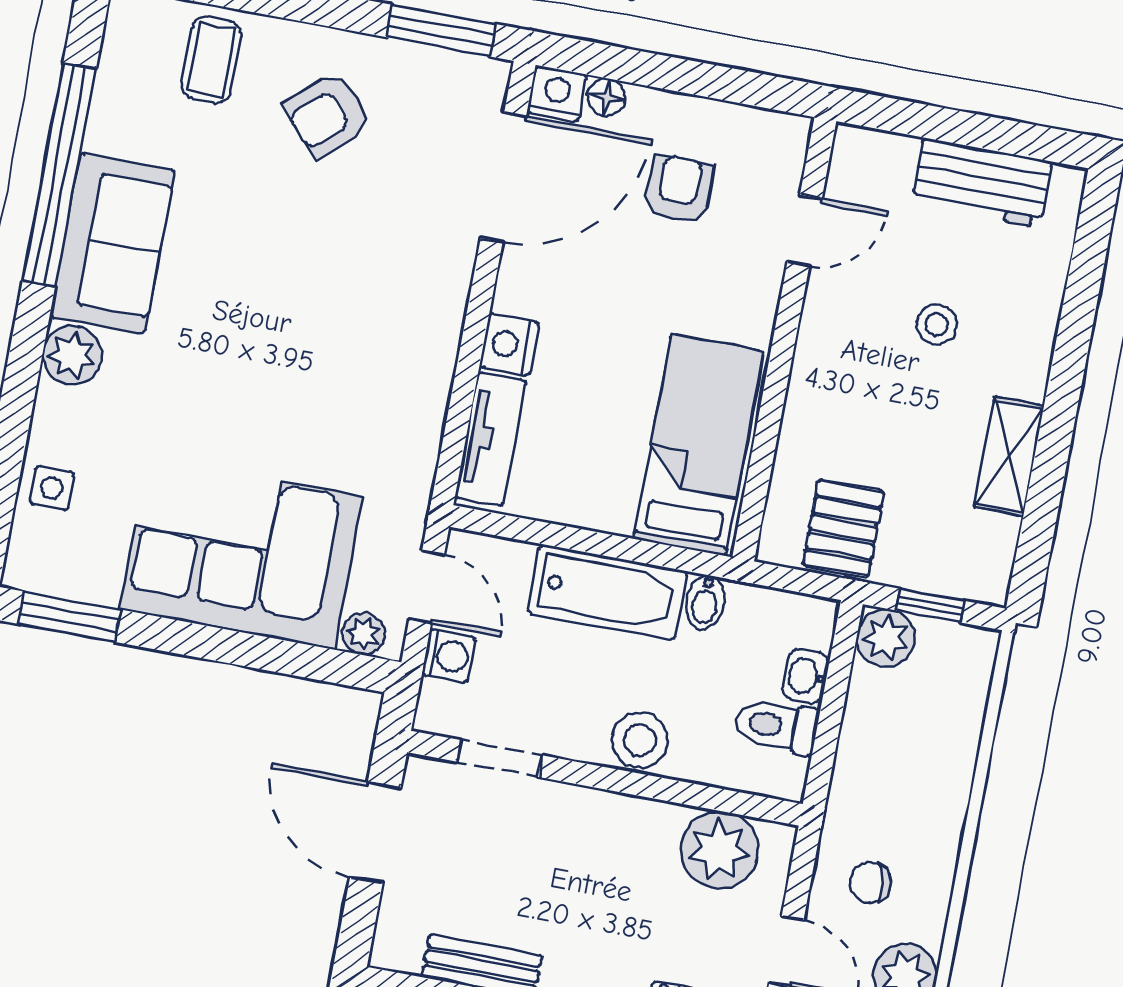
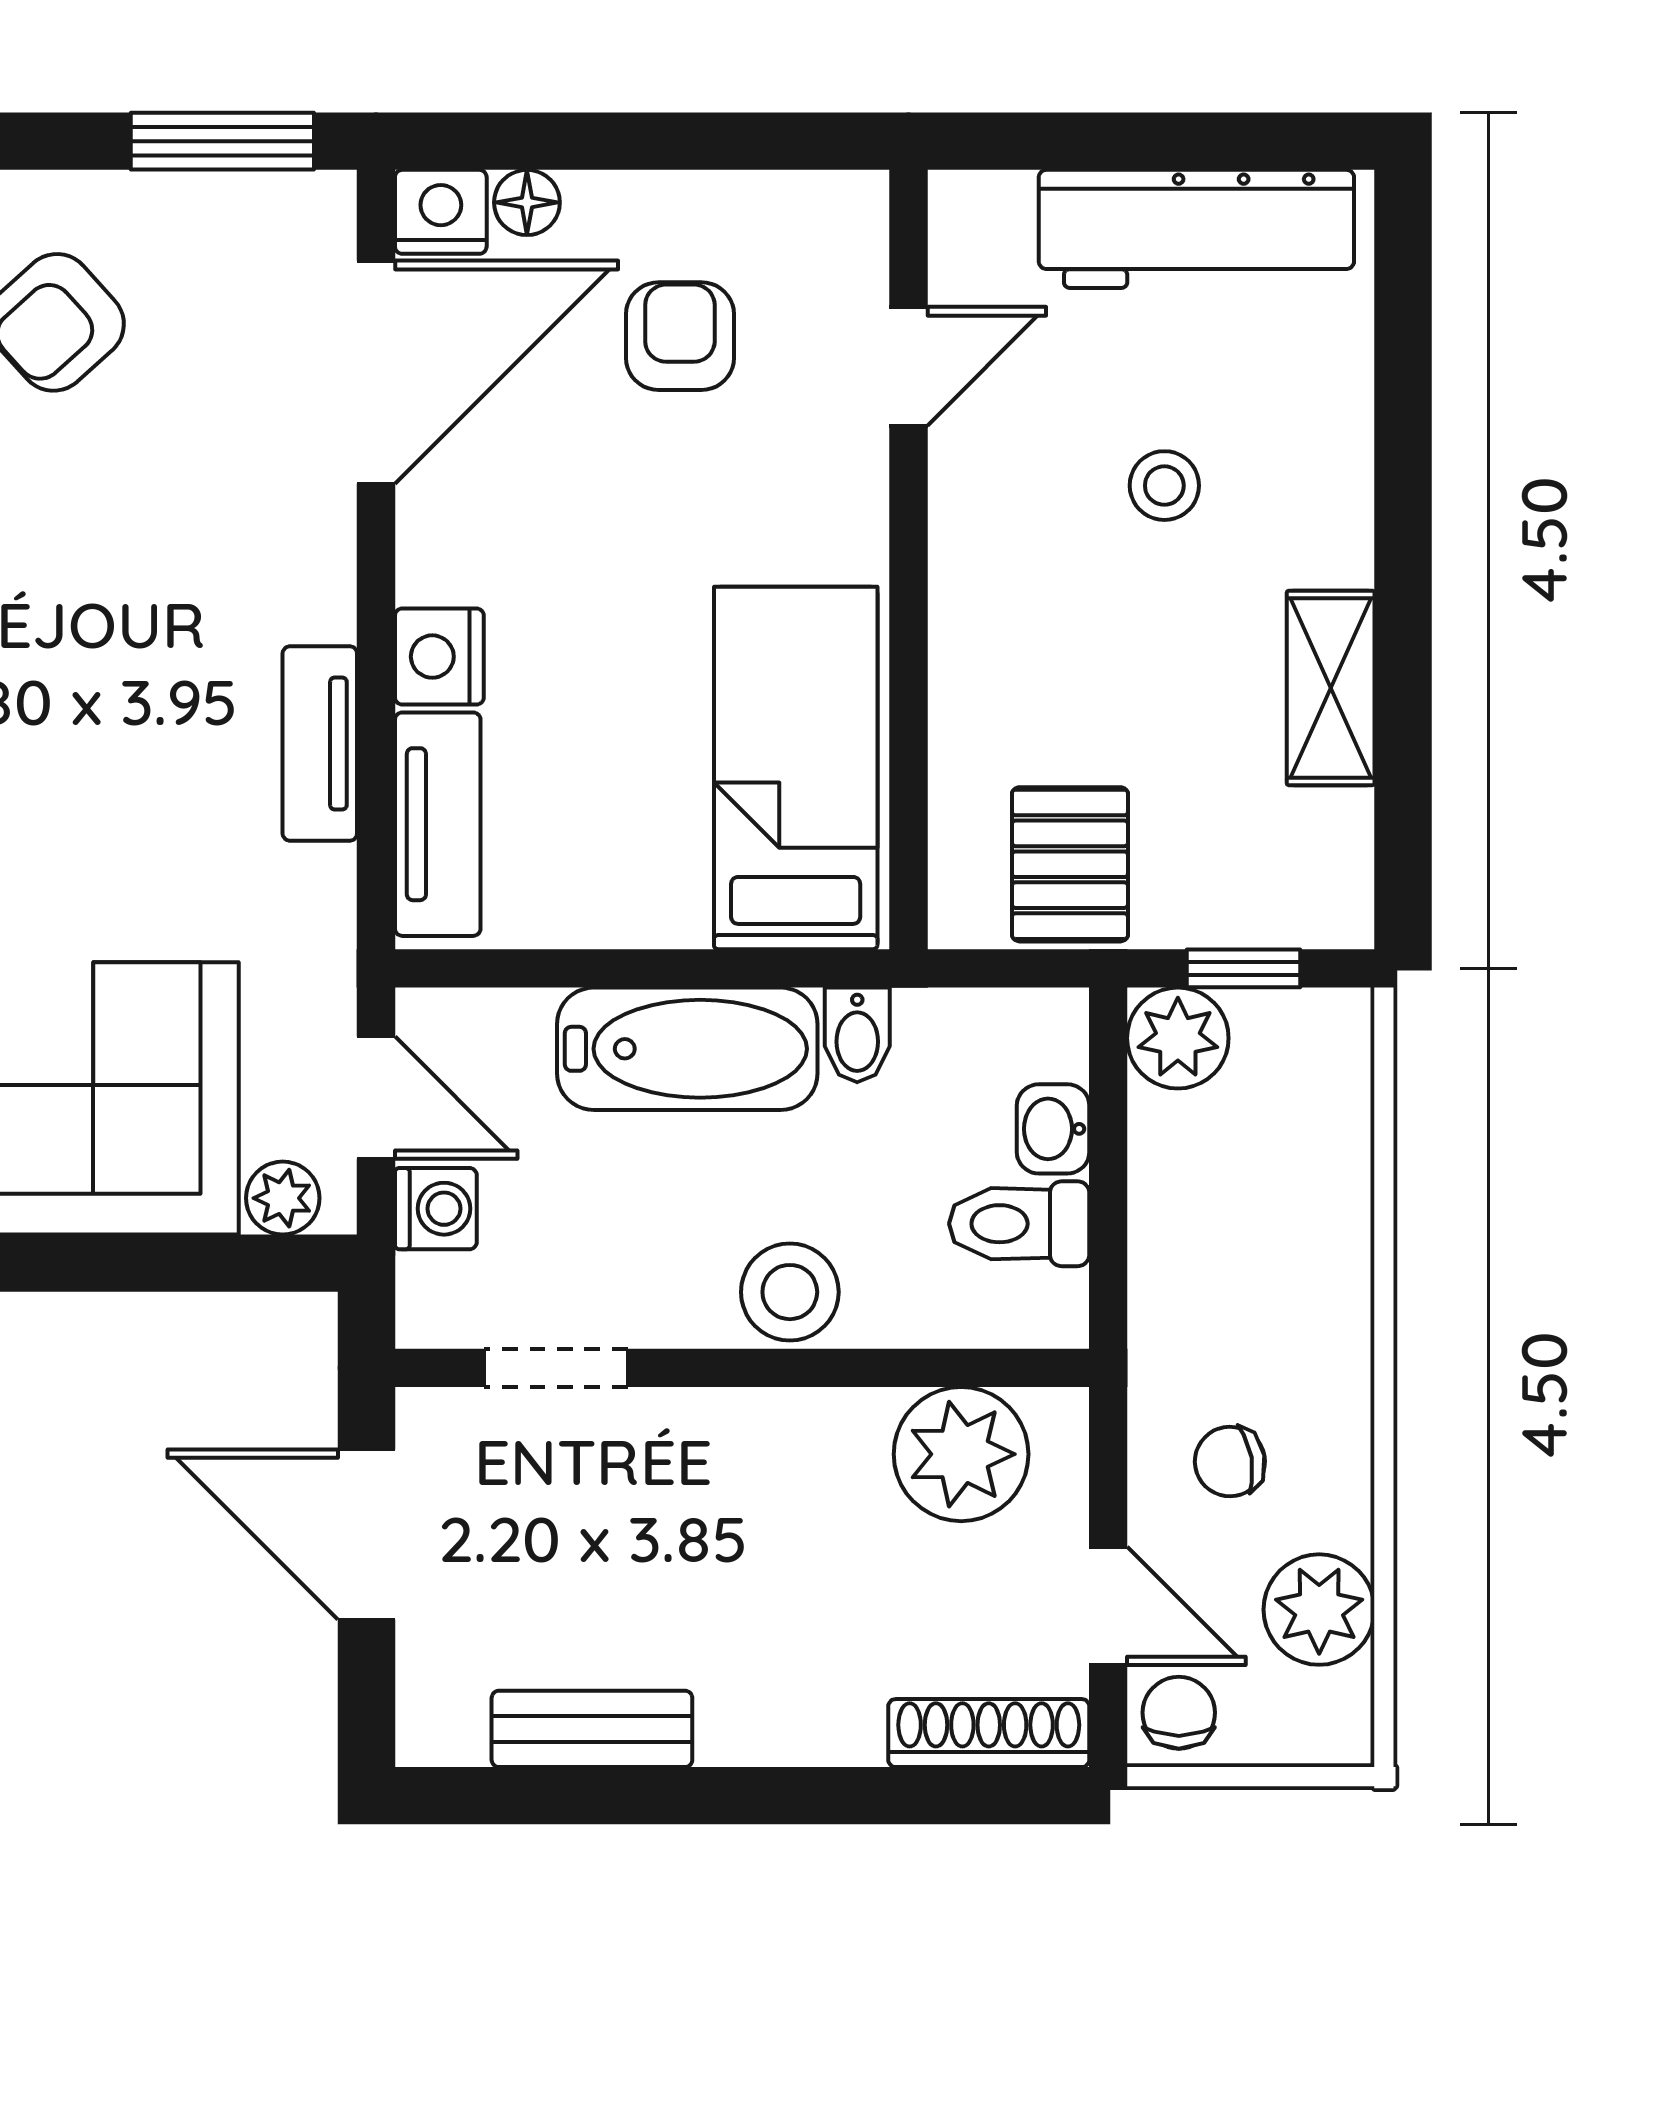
workbench: (982, 183) -> (1196, 229), width x1.38
tv unit: (432, 381) -> (320, 744), added

